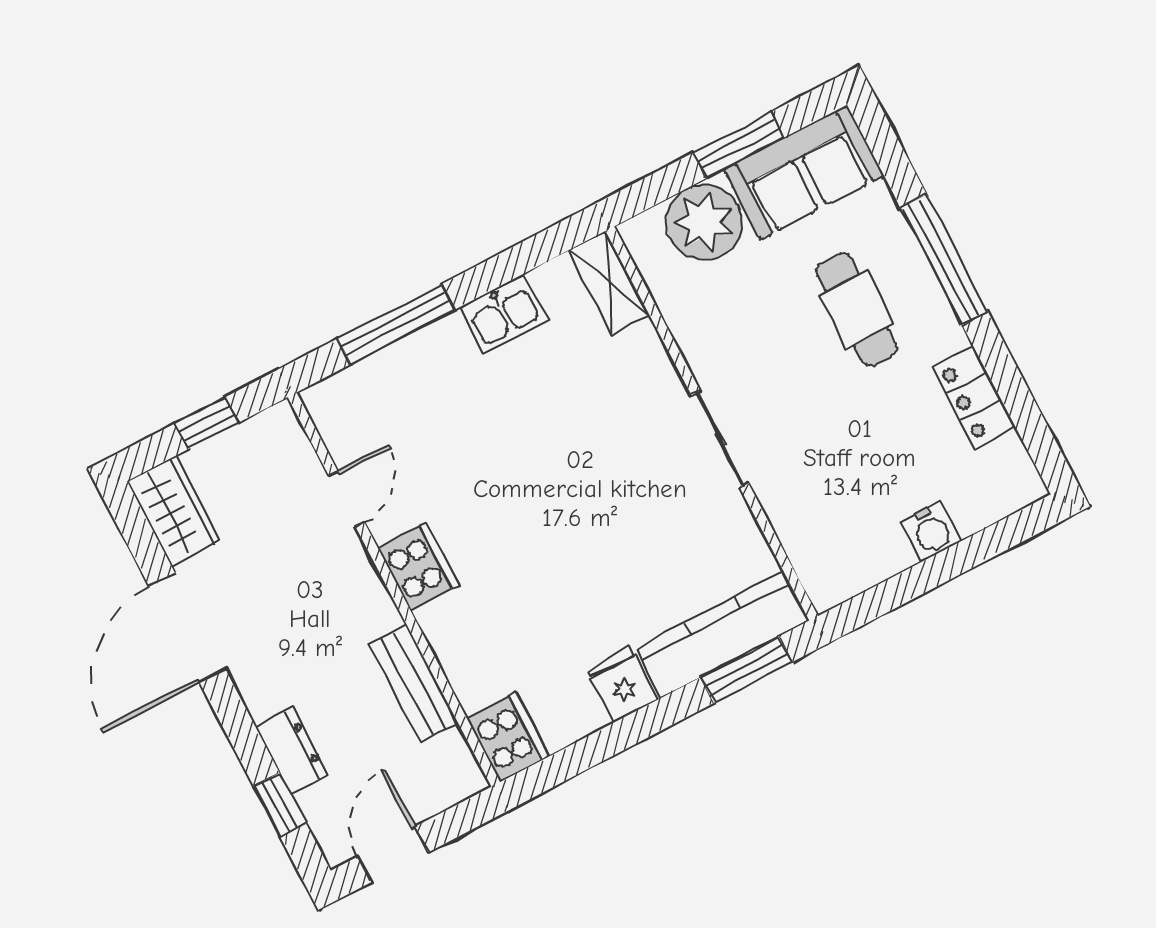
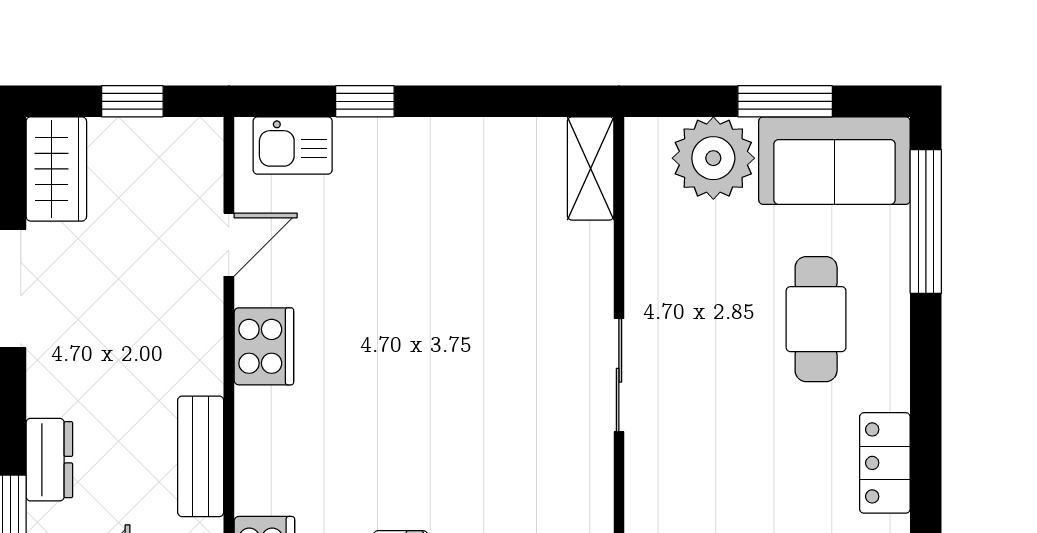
window: (944, 260) -> (926, 222), moved
kitchen sink: (504, 314) -> (293, 146), moved
window: (396, 324) -> (365, 101), width x0.46

